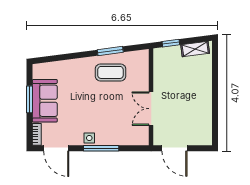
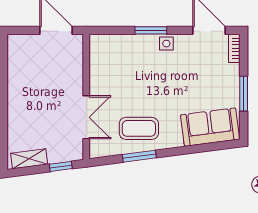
sofa: (45, 101) -> (210, 127), moved, turned 83
double door: (151, 109) -> (86, 117), moved
window: (101, 148) -> (151, 30), width x0.69

